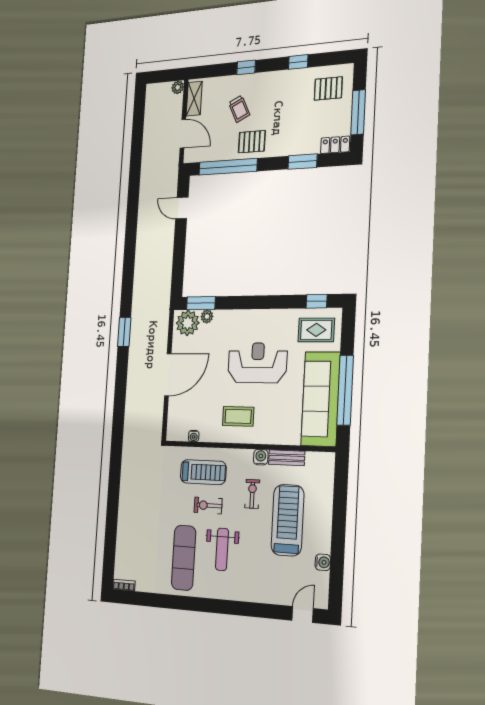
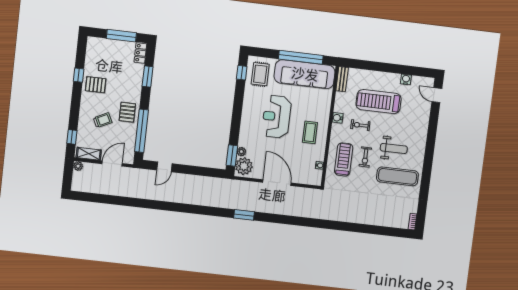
window: (246, 67) -> (72, 137), moved
pallet: (328, 88) -> (96, 85), moved, turned 90
bench: (287, 458) -> (342, 79), moved

